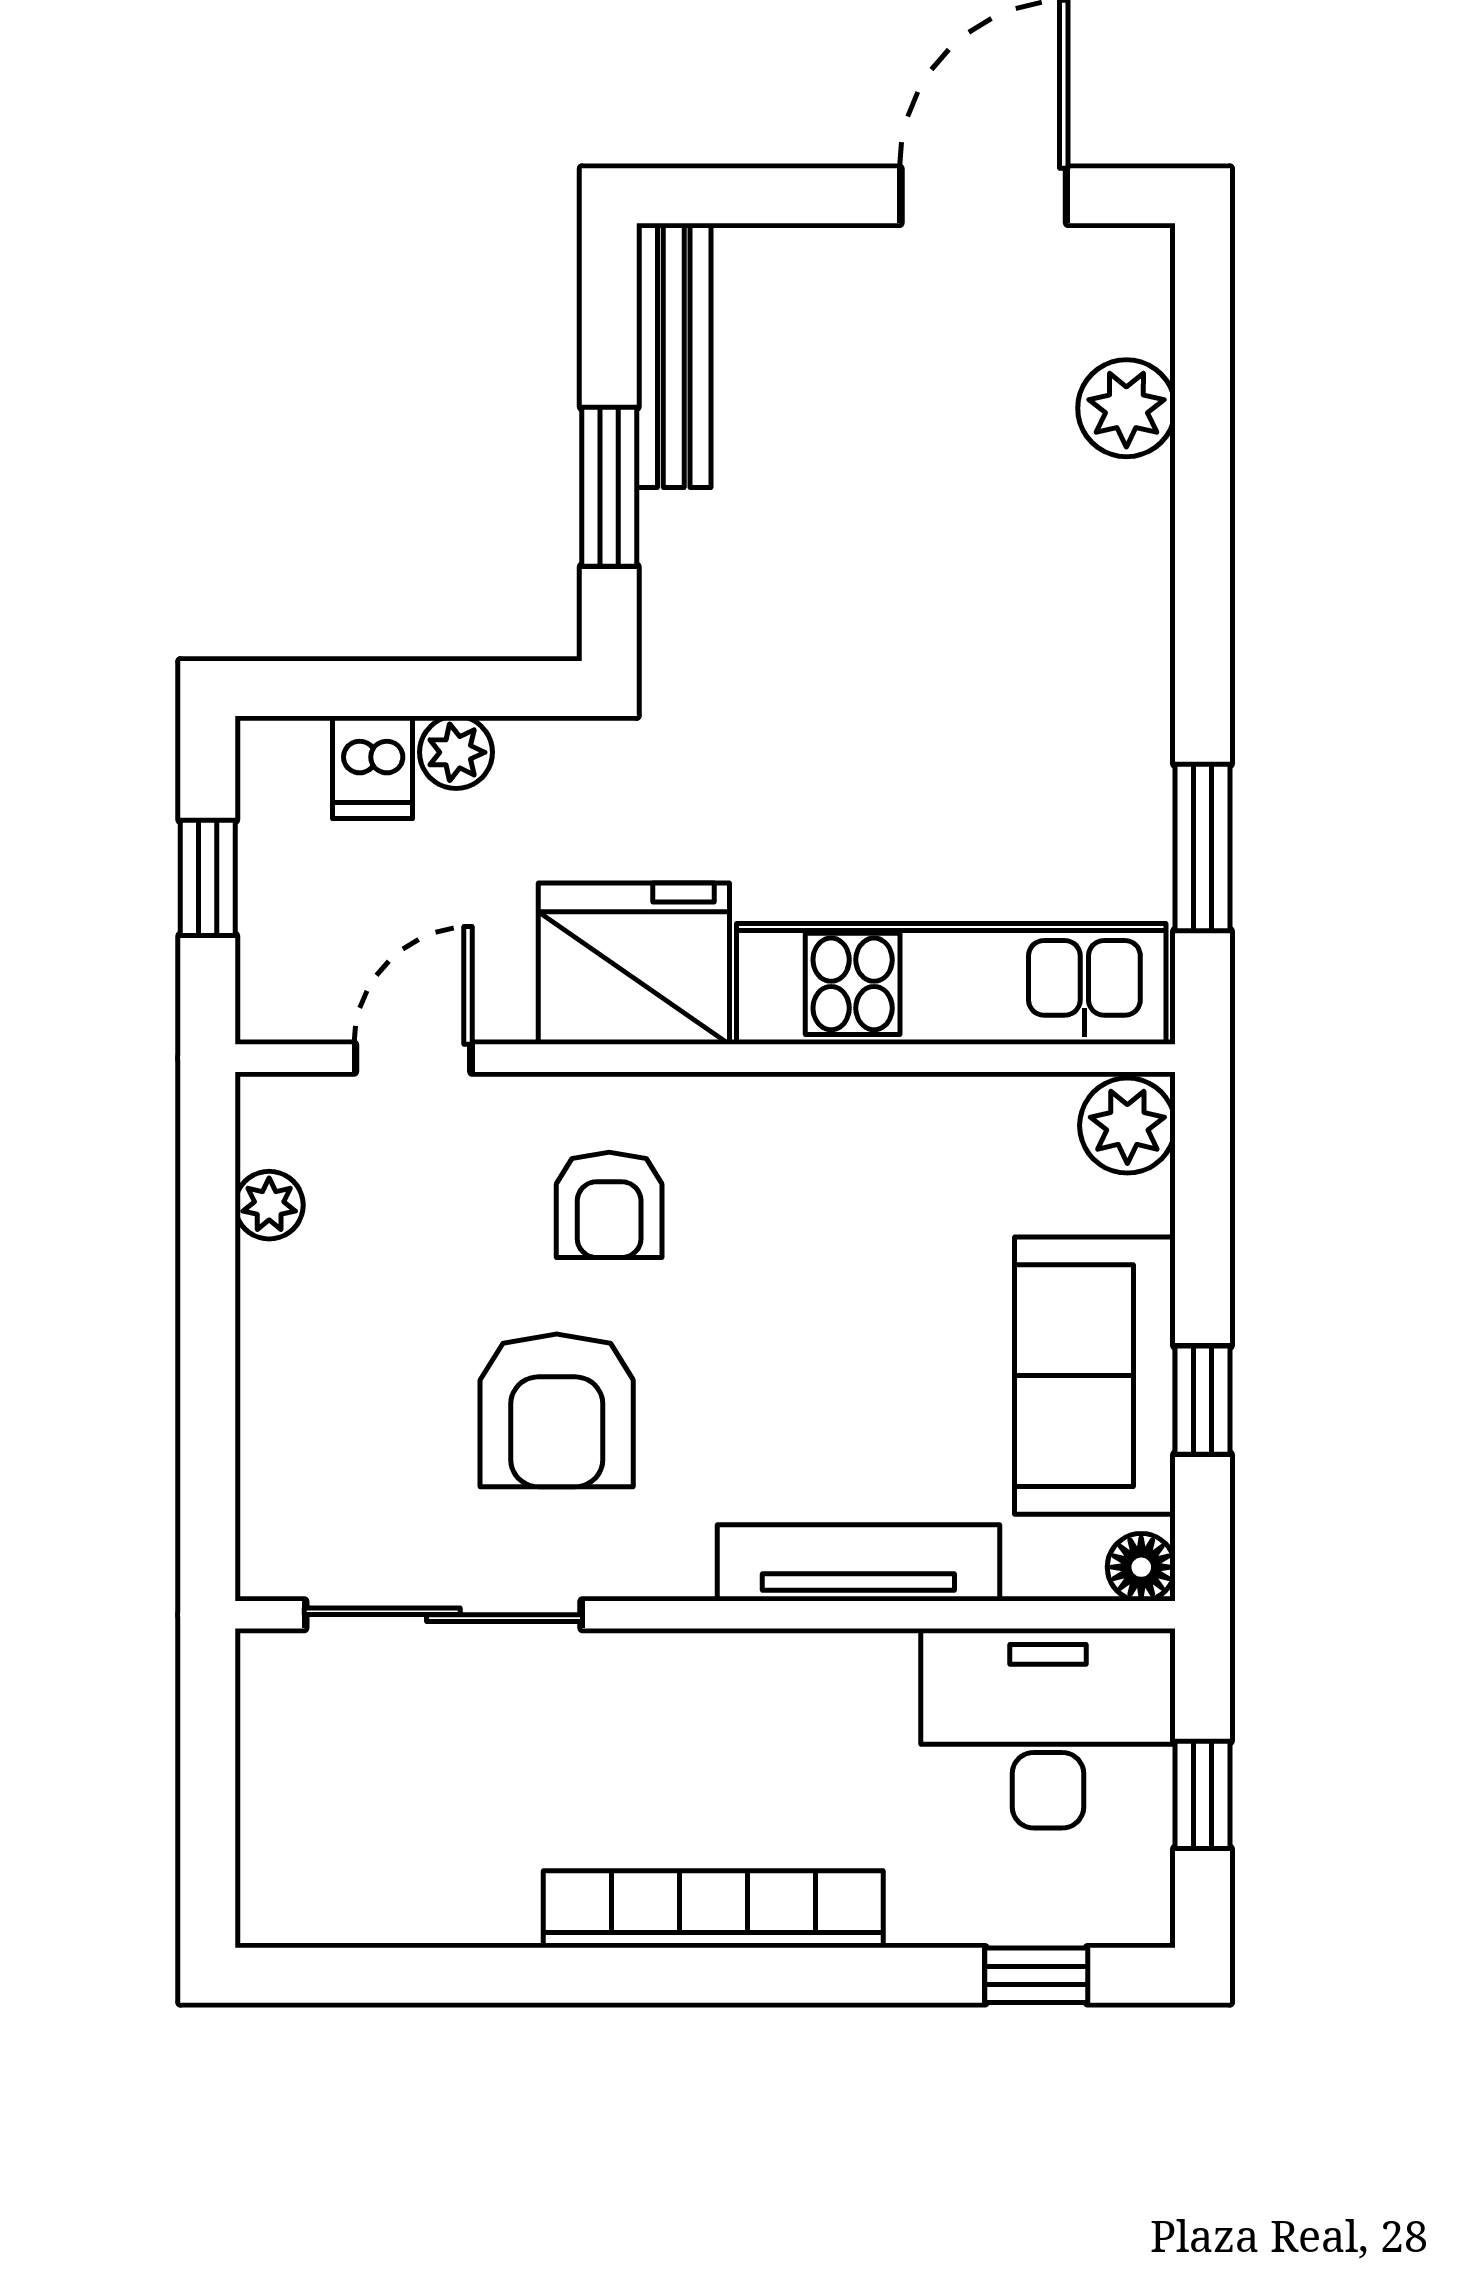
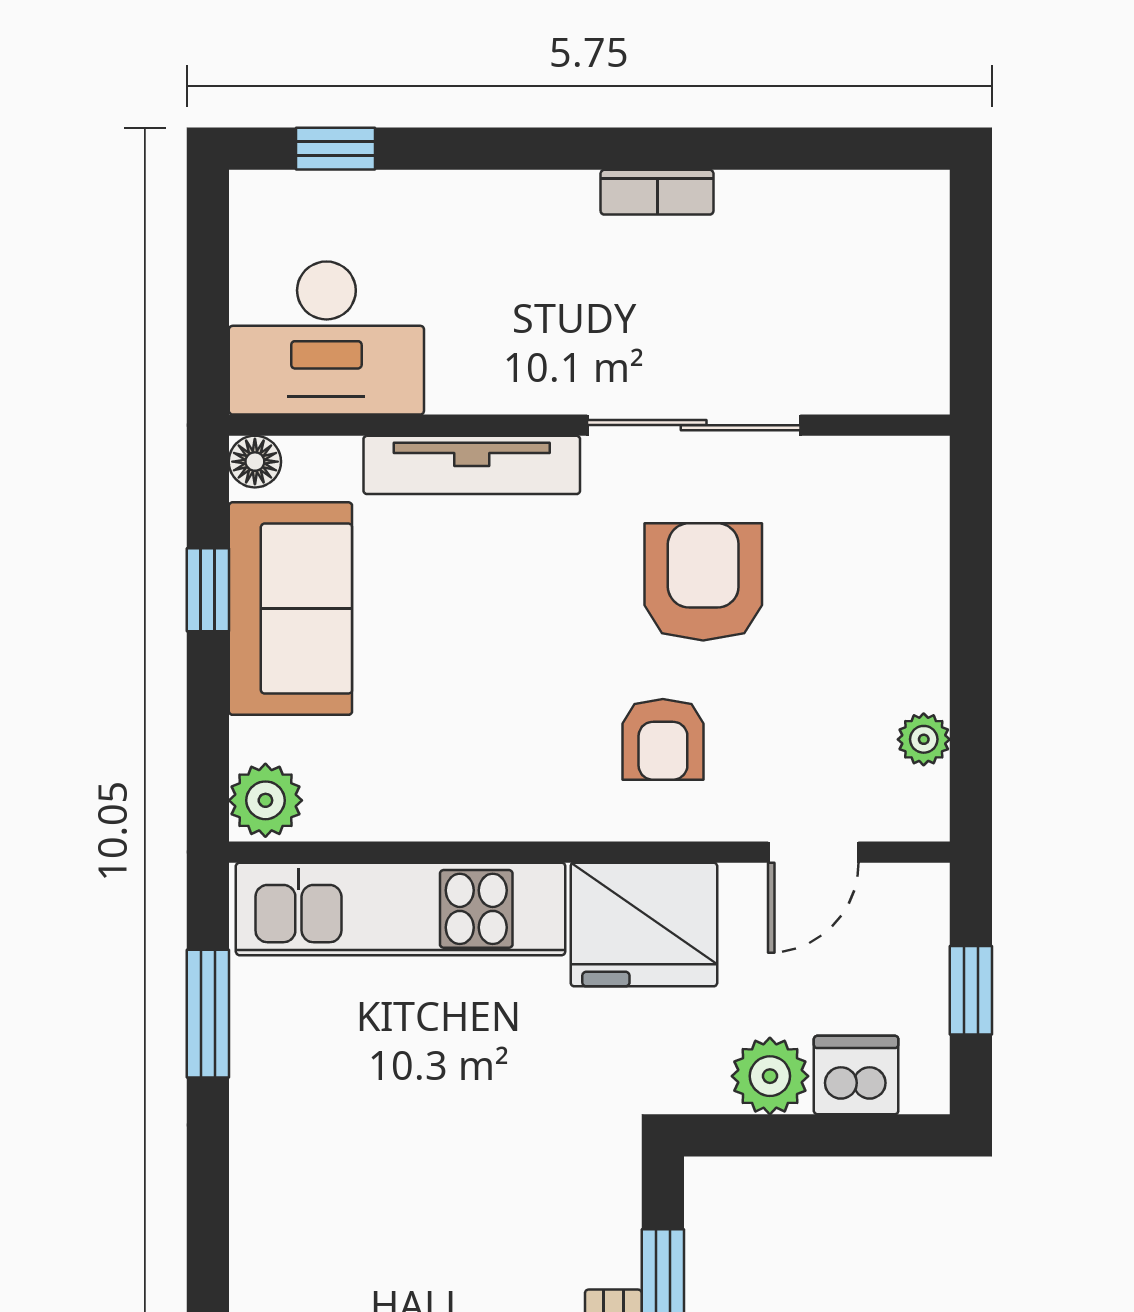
plant: (456, 752) -> (770, 1076), width x1.38, depth x1.38
dishwasher: (372, 767) -> (856, 1075), width x1.38
armchair: (609, 1205) -> (663, 739), turned 180
sliding door: (443, 1615) -> (694, 425), moved
window: (1202, 1795) -> (208, 287), removed
bookcase: (713, 1909) -> (657, 192), width x0.43, depth x0.76

